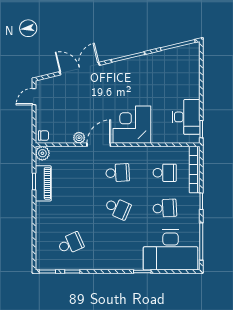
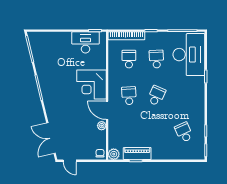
double door: (80, 69) -> (51, 138), moved

